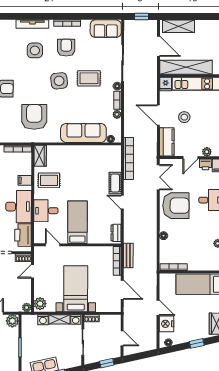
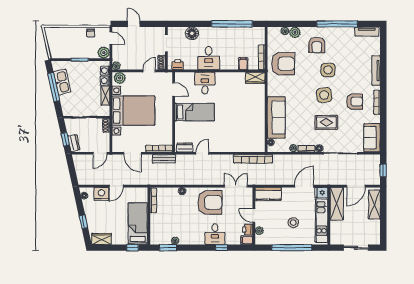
side table: (35, 50) -> (328, 70), moved
shelving: (186, 67) -> (337, 204), width x0.68
rug: (89, 78) -> (326, 122), turned 90
door: (158, 115) -> (304, 186), moved
armchair: (34, 117) -> (283, 64), moved
stool: (184, 117) -> (293, 223), moved
double door: (158, 177) -> (236, 186), swing flipped
filing cabinet: (25, 180) -> (243, 64), moved
rug: (49, 180) -> (233, 86), removed
cot: (115, 183) -> (230, 147), removed
door: (122, 202) -> (202, 153), moved
armchair: (176, 206) -> (210, 202), turned -90
desk: (19, 207) -> (209, 58), width x0.73
printer: (23, 235) -> (178, 65), width x0.53, depth x0.68
door: (53, 245) -> (174, 89), hinge flipped
door: (32, 271) -> (149, 71), hinge flipped
bed with nightstands: (76, 289) -> (133, 111), width x1.36
door: (122, 290) -> (132, 153), hinge flipped
washing machine: (76, 320) -> (105, 71), moved
door: (122, 338) -> (100, 153), moved
dresser: (111, 354) -> (74, 143), added

